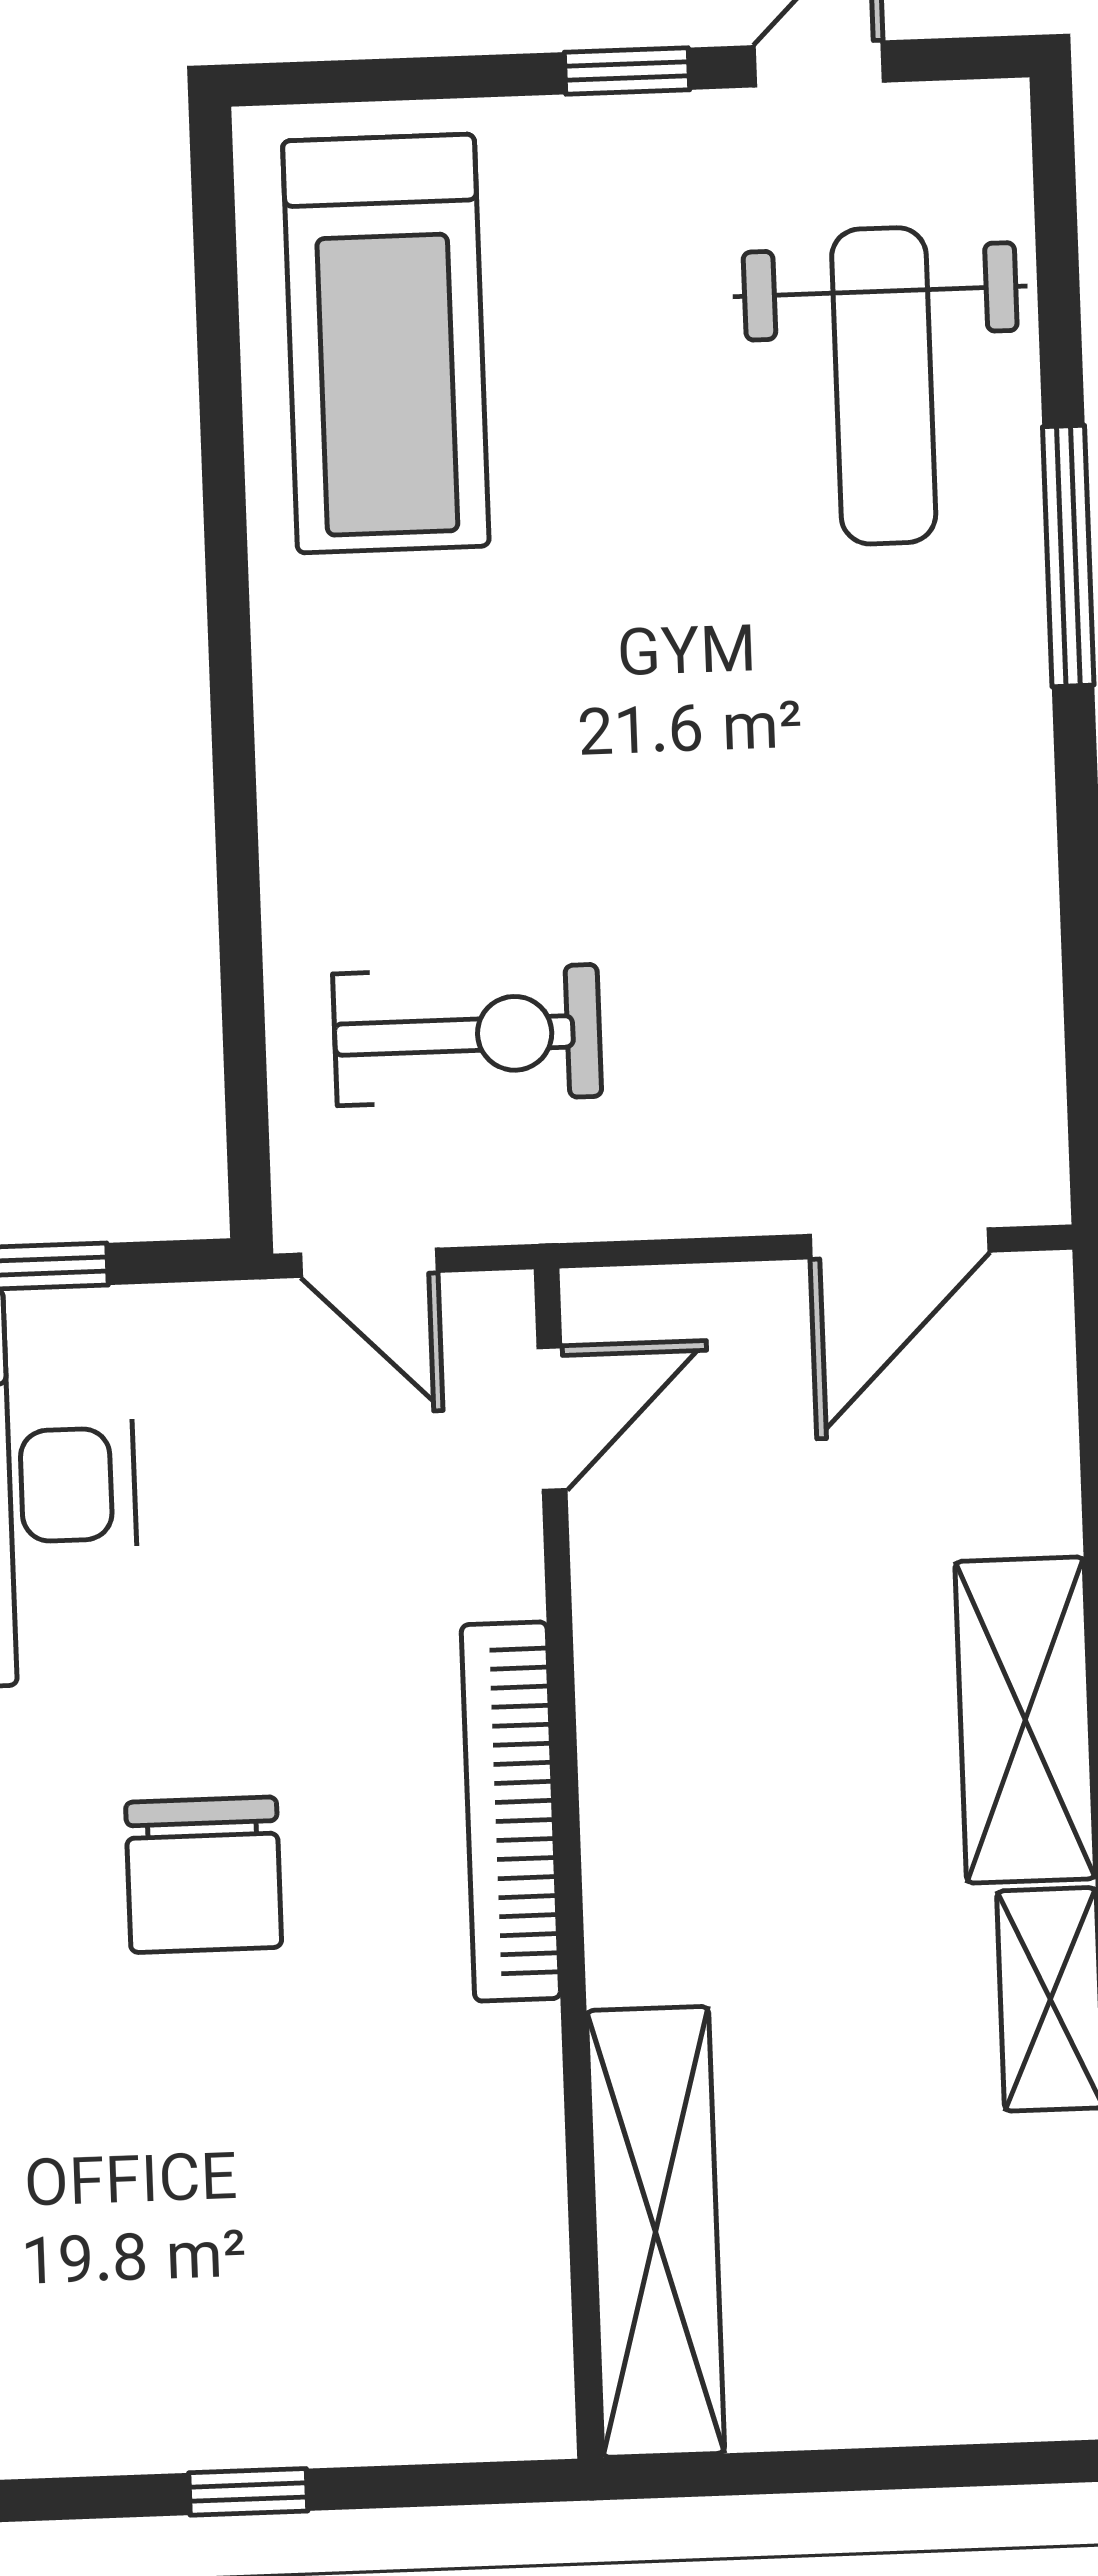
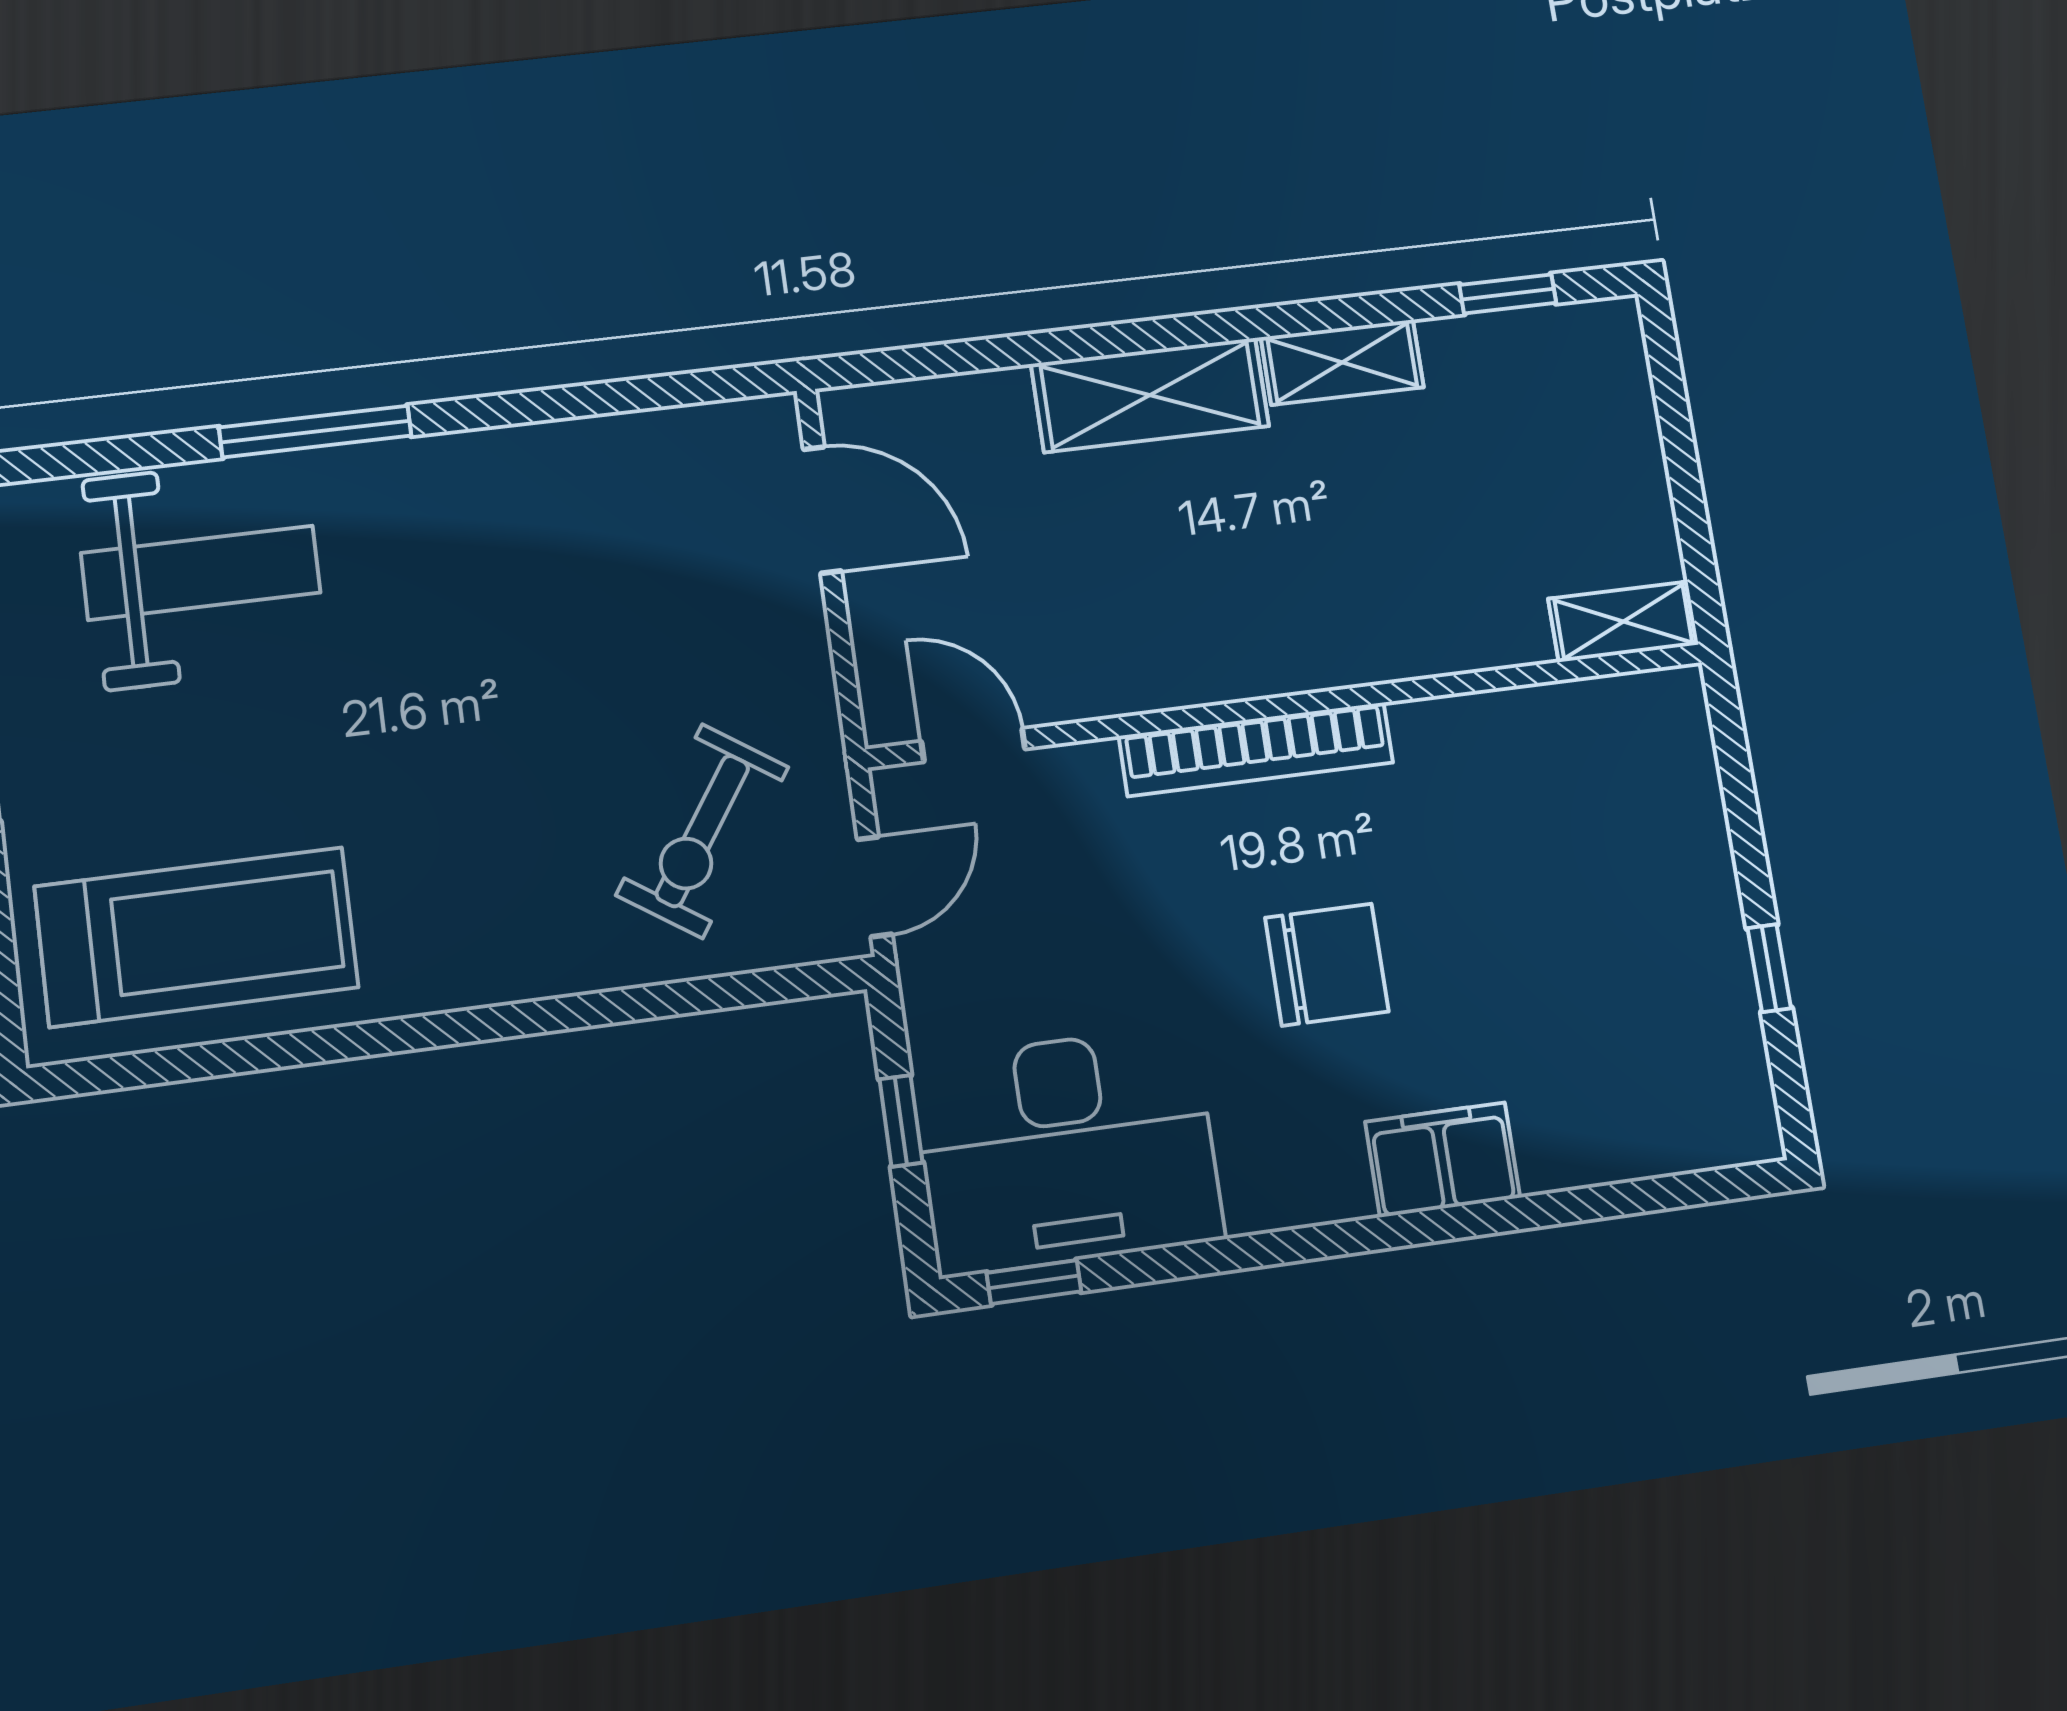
exercise bike: (467, 1035) -> (702, 831), turned -146
shelving: (656, 2232) -> (1623, 622), width x0.45, depth x0.75
window: (248, 2492) -> (1769, 968), moved

